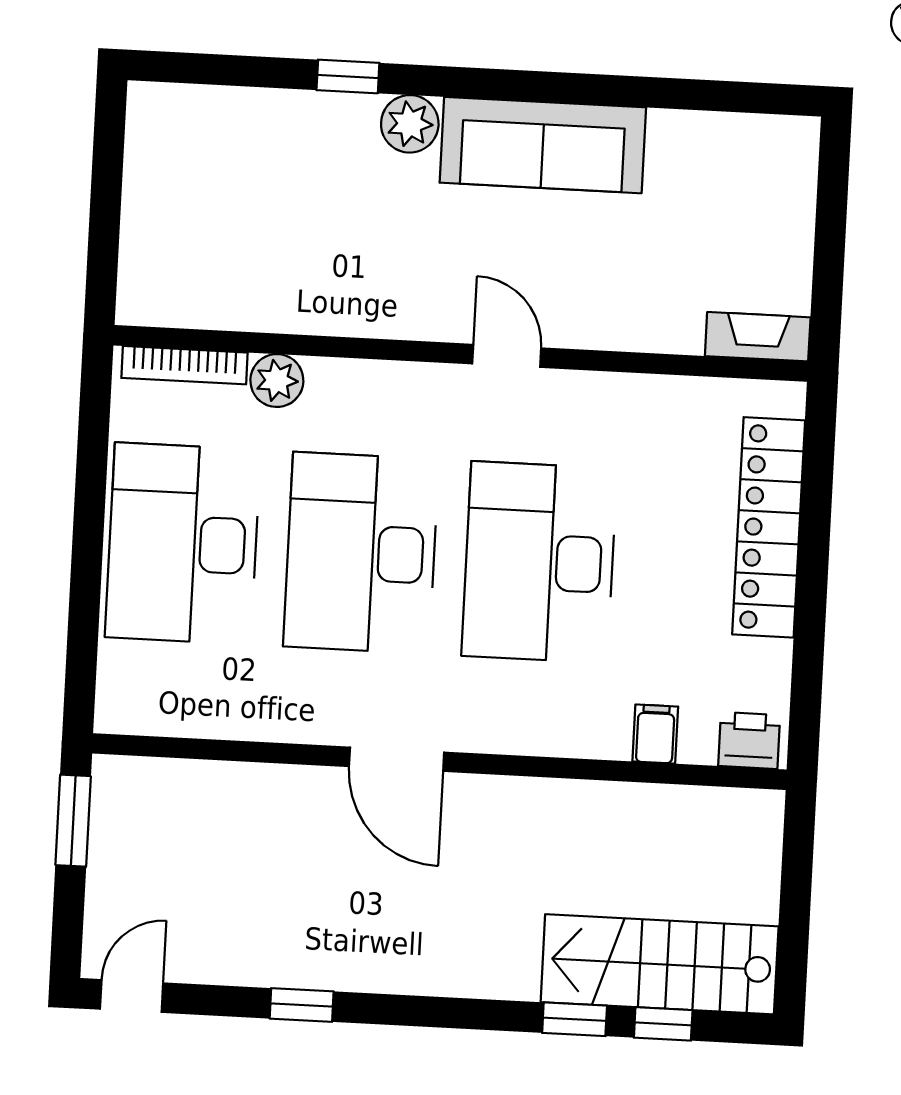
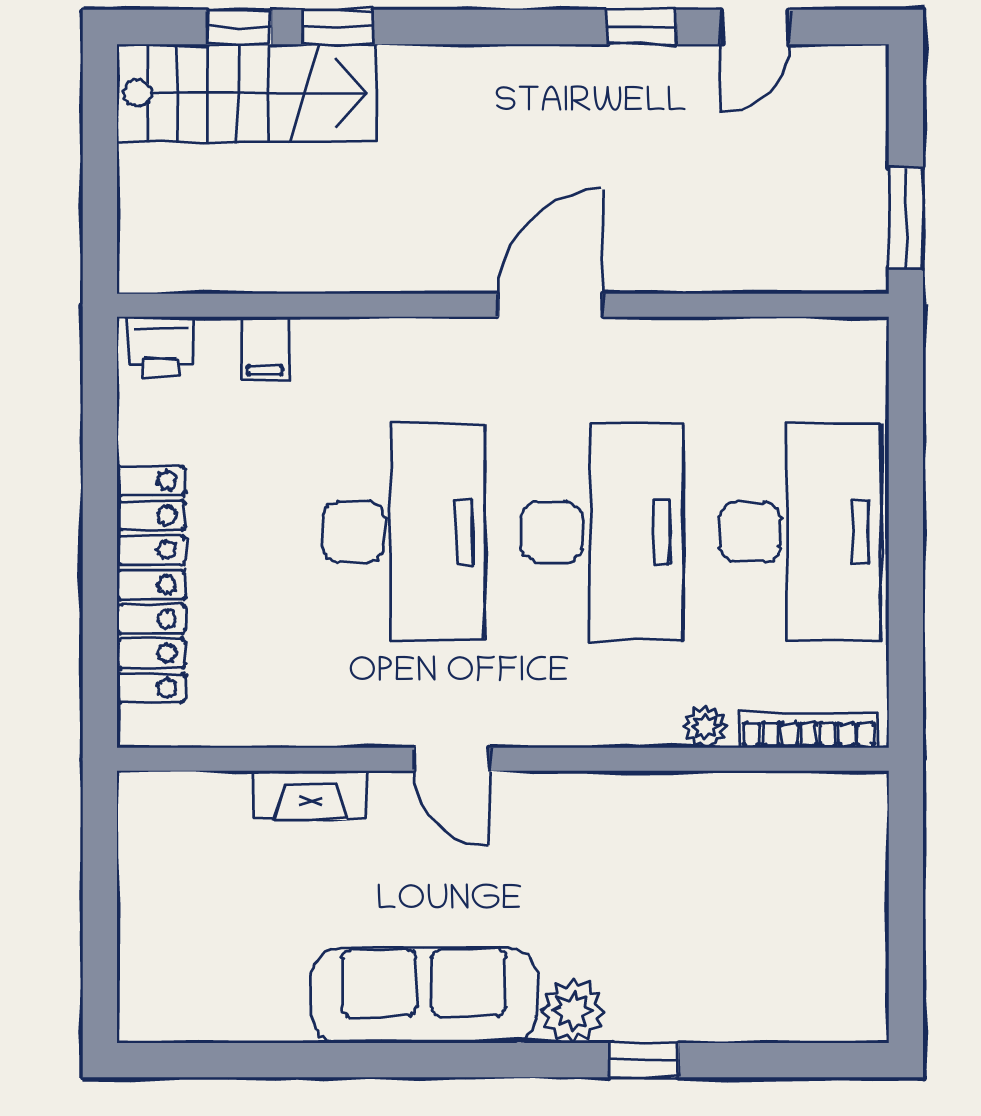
fireplace: (758, 337) -> (310, 795), moved
plant: (277, 381) -> (705, 727), width x0.73, depth x0.73
door: (397, 759) -> (550, 305), hinge flipped
door: (132, 996) -> (755, 27), moved

